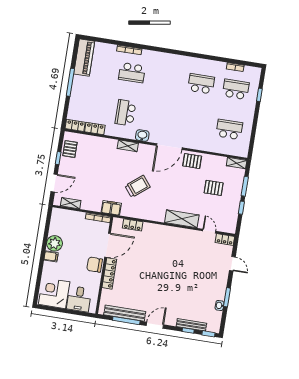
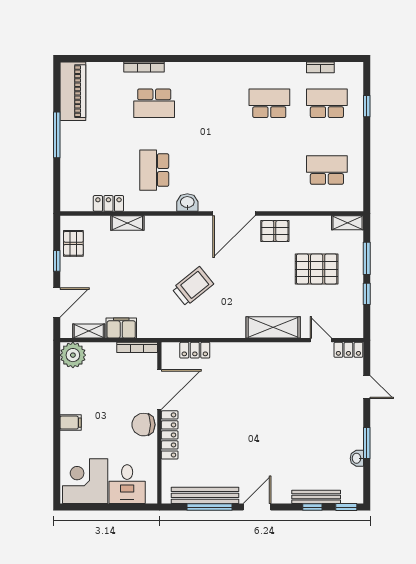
locker: (75, 125) -> (76, 204), removed
shelving: (128, 146) -> (127, 223), moved
pallet: (214, 188) -> (317, 269), width x1.50, depth x1.42
filing cabinet: (111, 208) -> (121, 328), moved
plant: (55, 243) -> (73, 355), moved

